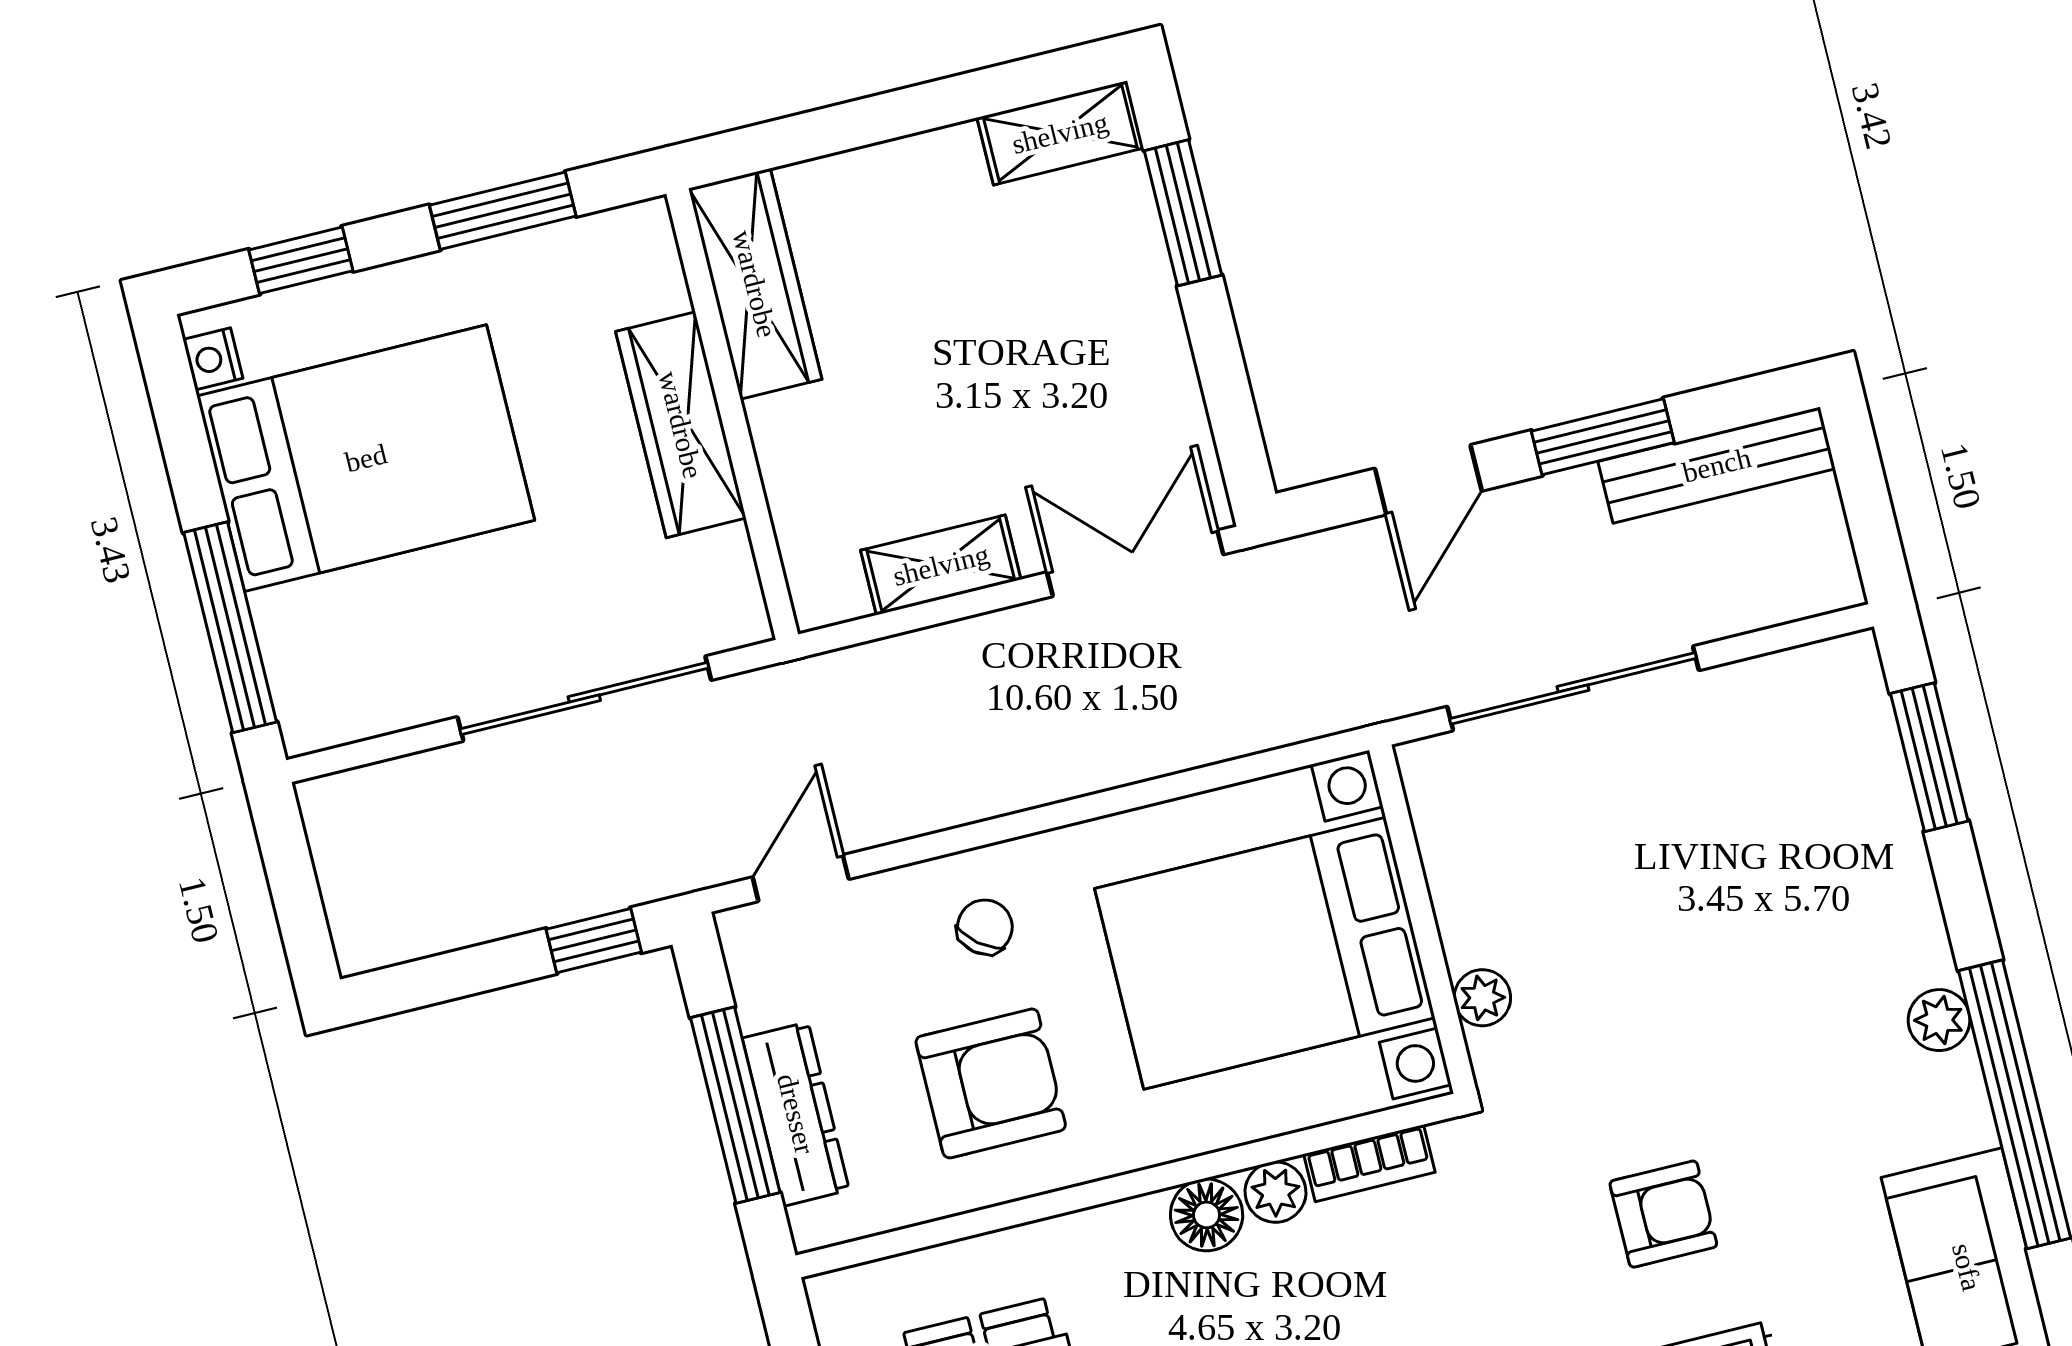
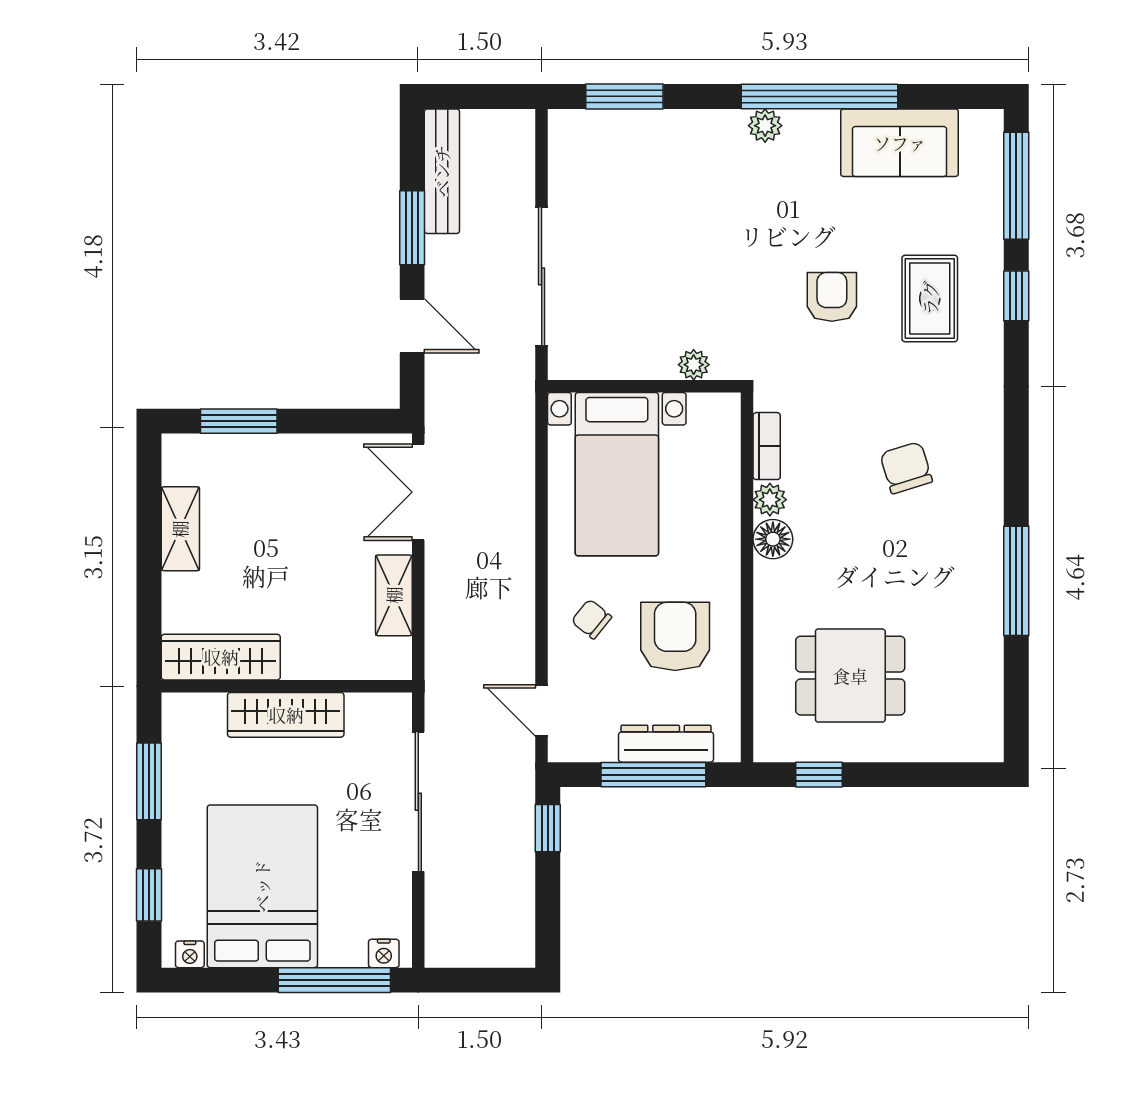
shelving: (1060, 133) -> (180, 529), moved
nightstand: (299, 704) -> (384, 953), added
bed with nightstands: (1265, 953) -> (617, 474), width x0.73

